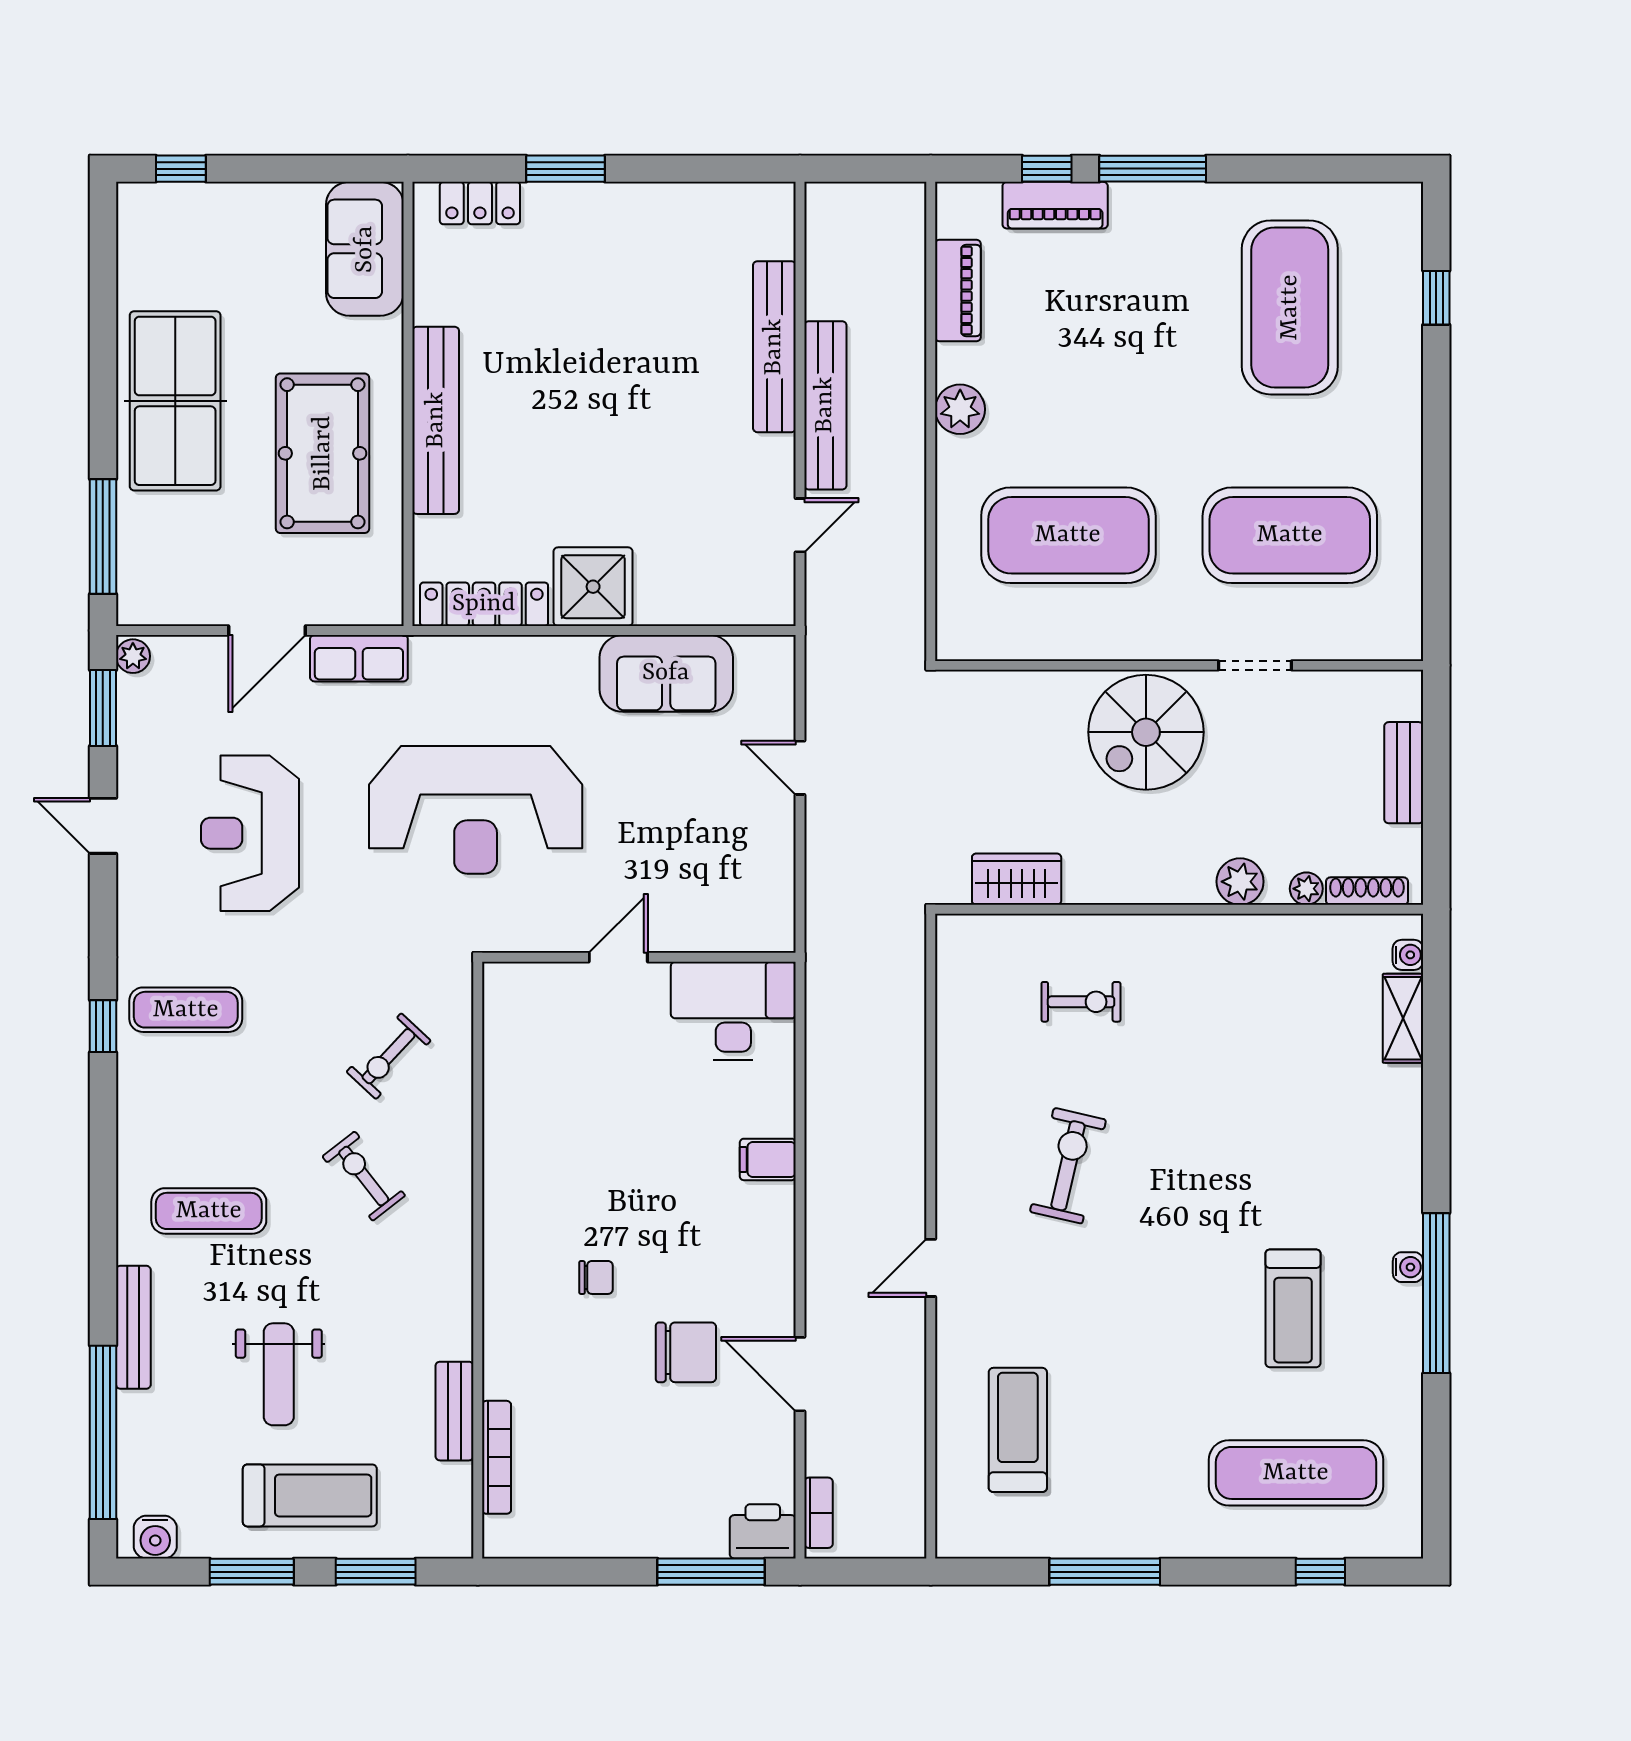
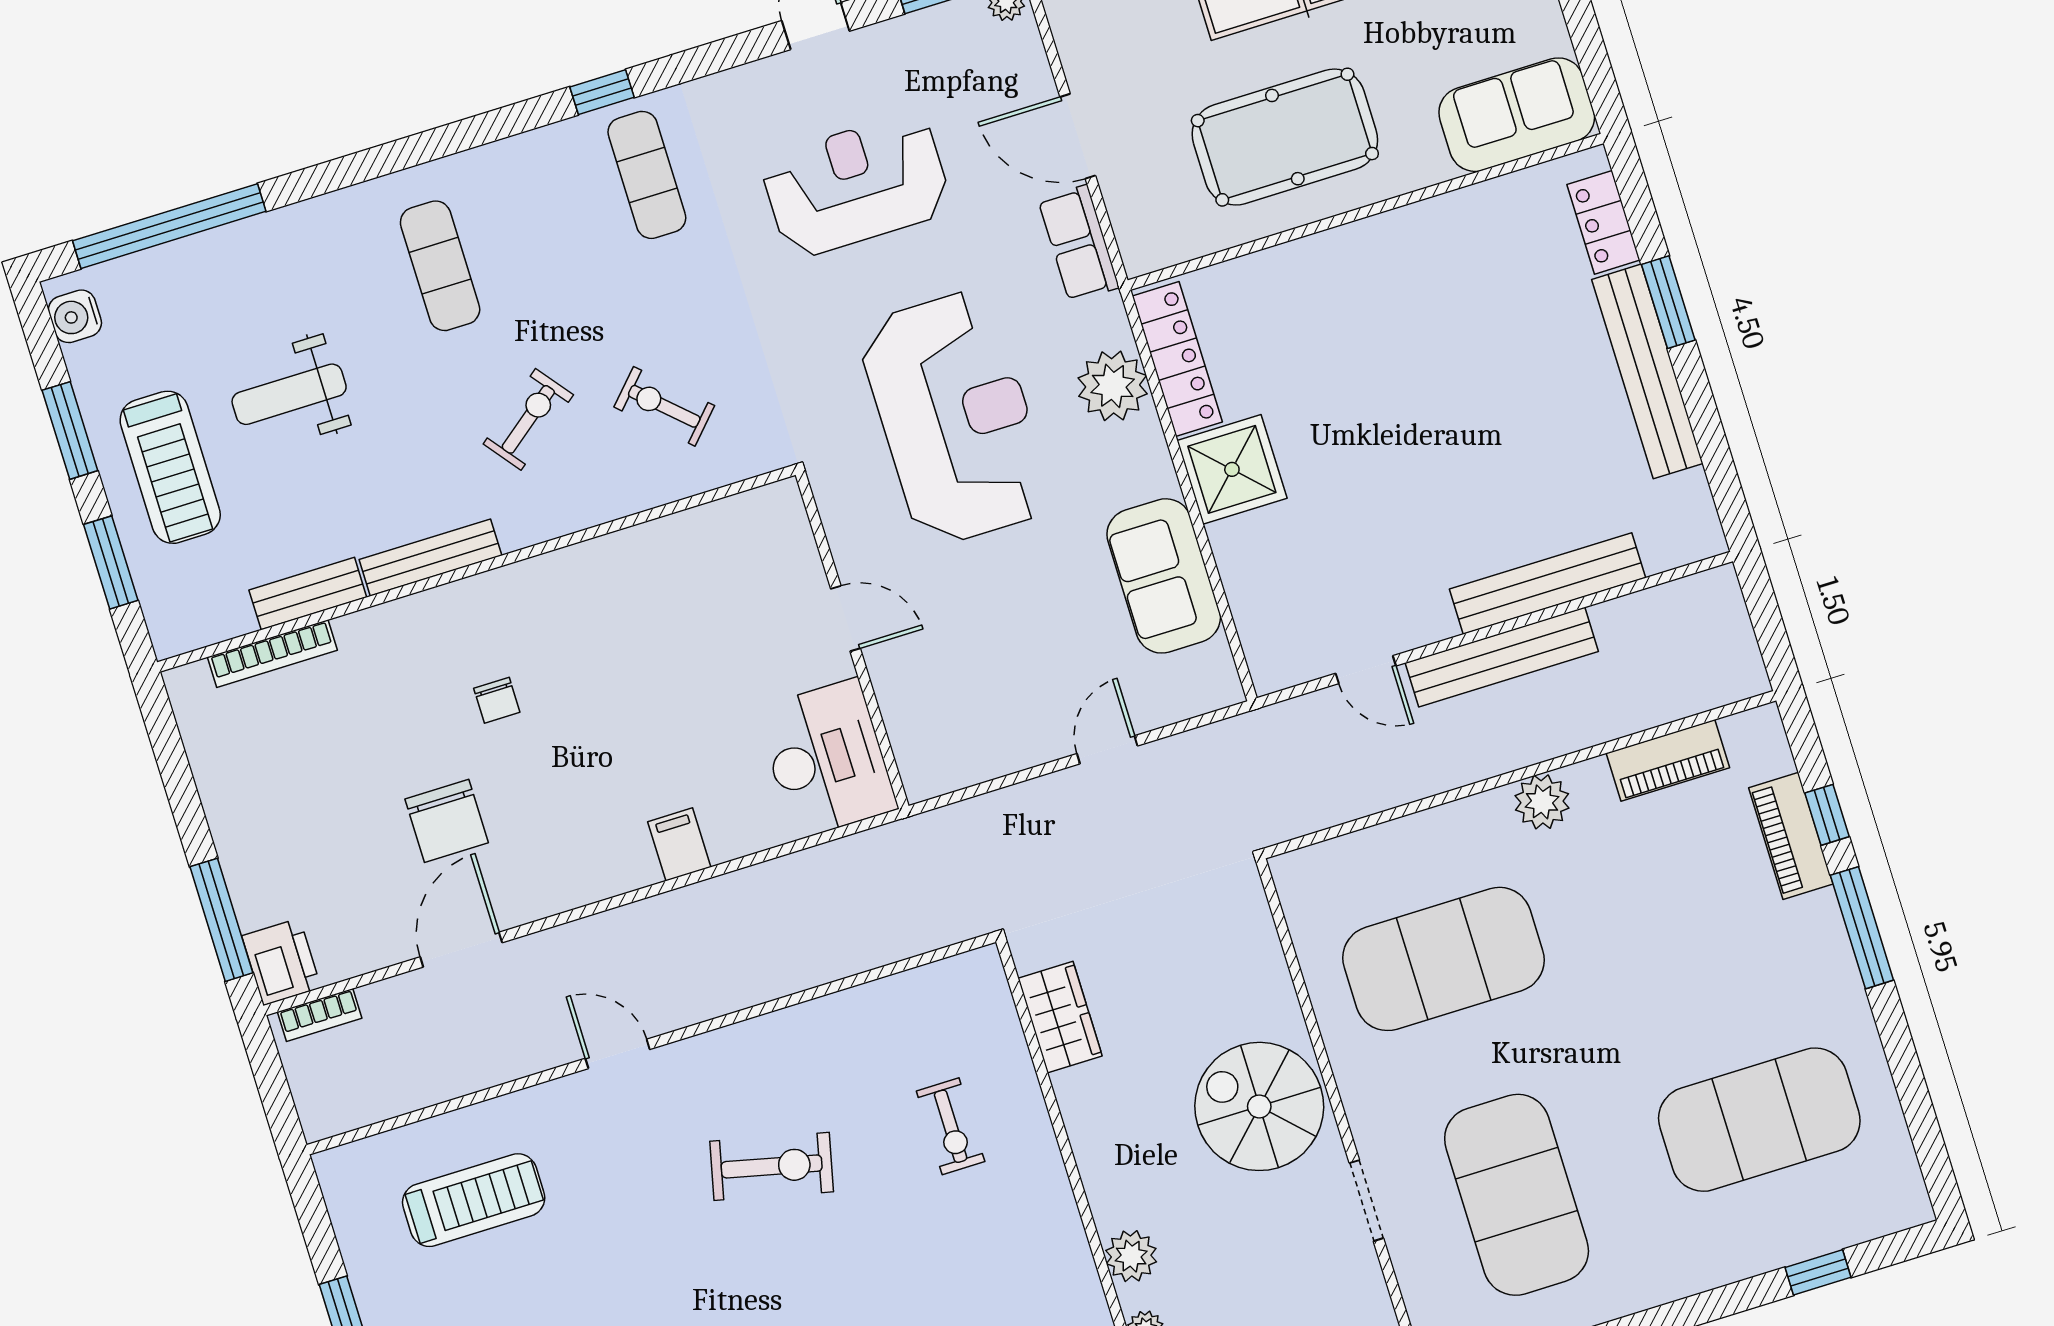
bench: (436, 420) -> (1647, 371), moved, turned 90
exercise mat: (1068, 535) -> (1444, 959), turned 90
plant: (490, 667) -> (1113, 386), added
reception desk: (476, 810) -> (955, 418), turned 180
bench: (133, 1327) -> (430, 557), moved

